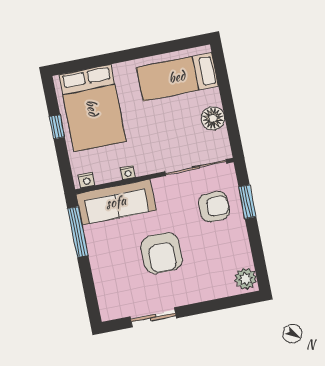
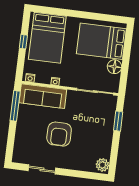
bed: (177, 77) -> (101, 41), width x1.50
armchair: (214, 207) -> (98, 118), removed

